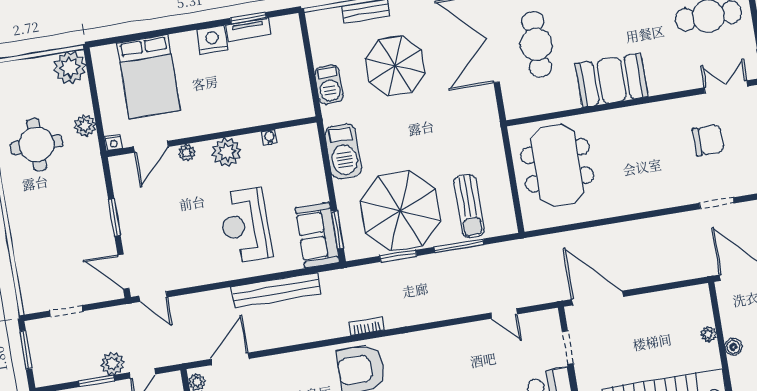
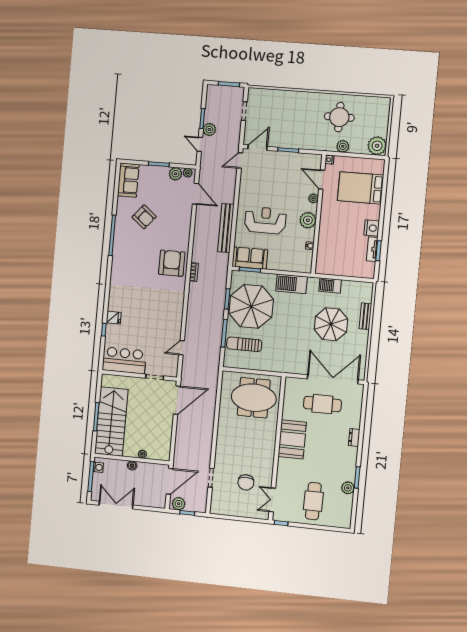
double door: (726, 87) -> (272, 500), swing flipped

